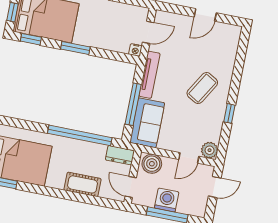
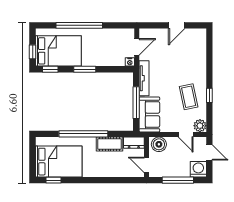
coffee table: (202, 88) -> (189, 97), moved, turned -43
window: (80, 135) -> (83, 134), moved
door: (189, 158) -> (186, 134), hinge flipped
cot: (83, 184) -> (110, 144), moved
door: (215, 187) -> (209, 152), hinge flipped
washing machine: (167, 200) -> (198, 169), moved

